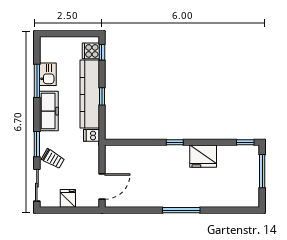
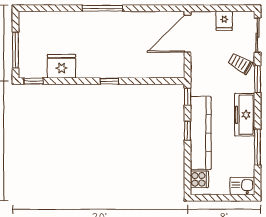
window: (102, 52) -> (188, 97), moved
kitchen sink: (48, 74) -> (242, 186), moved, turned 90
dishwasher: (91, 135) -> (199, 89), removed
fridge: (203, 156) -> (61, 66), moved
door: (102, 187) -> (188, 34), width x1.36

